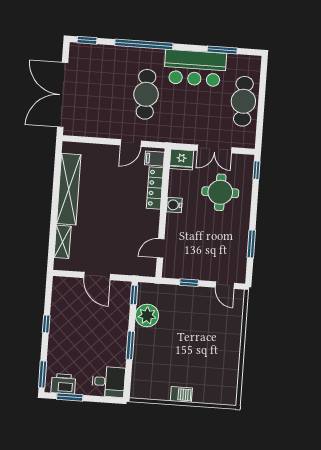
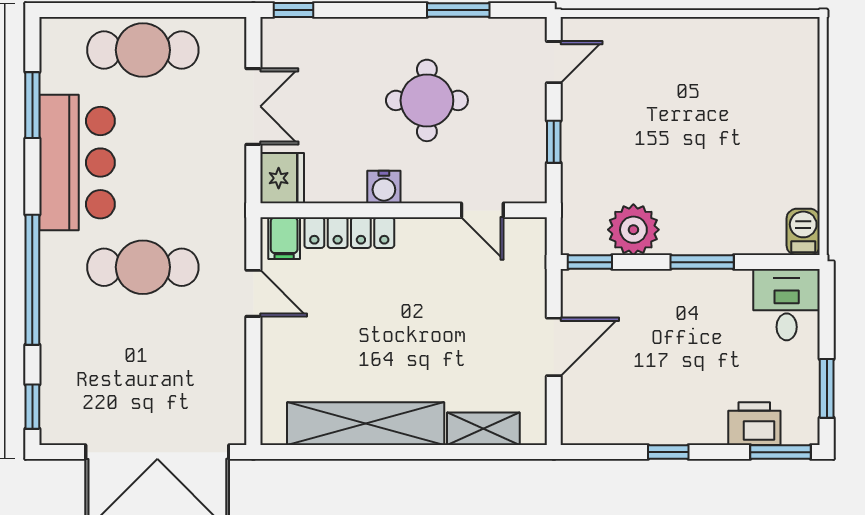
round table: (220, 192) -> (427, 100), moved
printer: (63, 384) -> (754, 424), moved, turned 90
barbecue: (181, 394) -> (803, 232), moved

